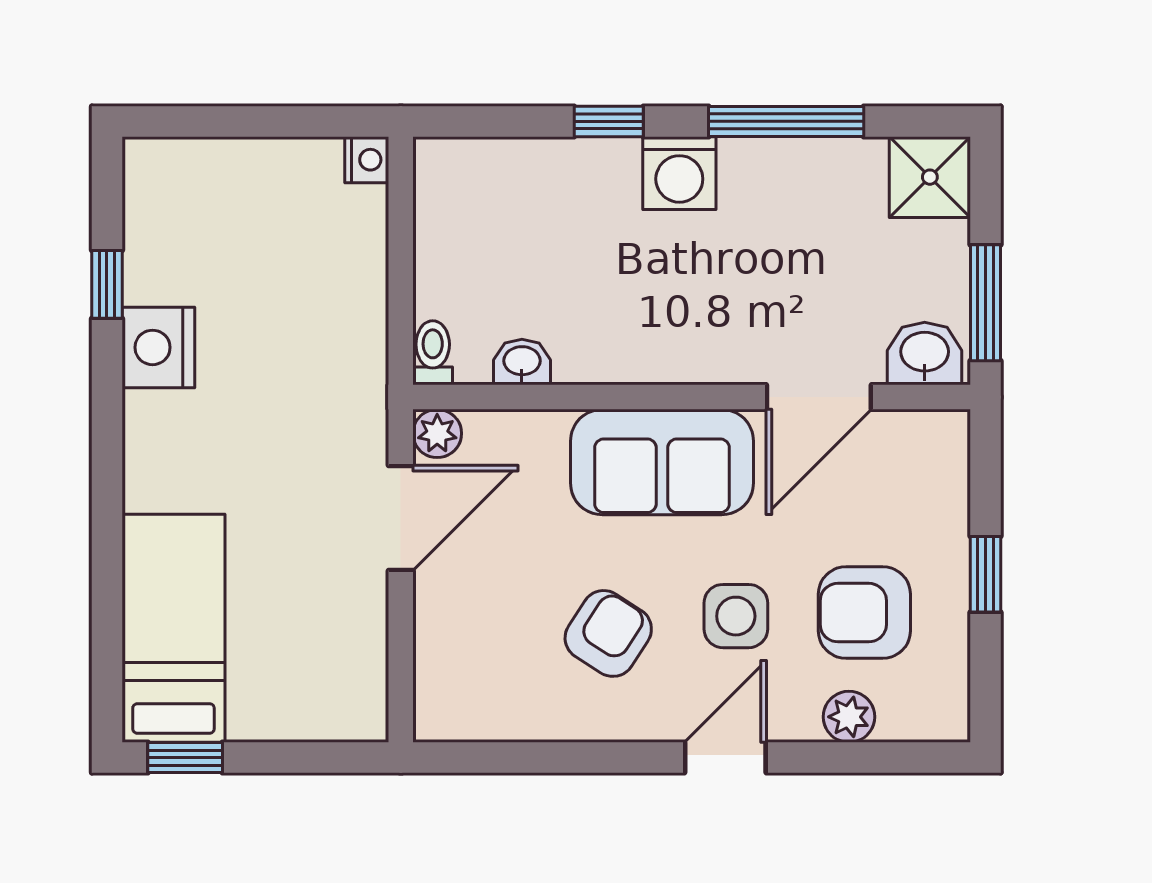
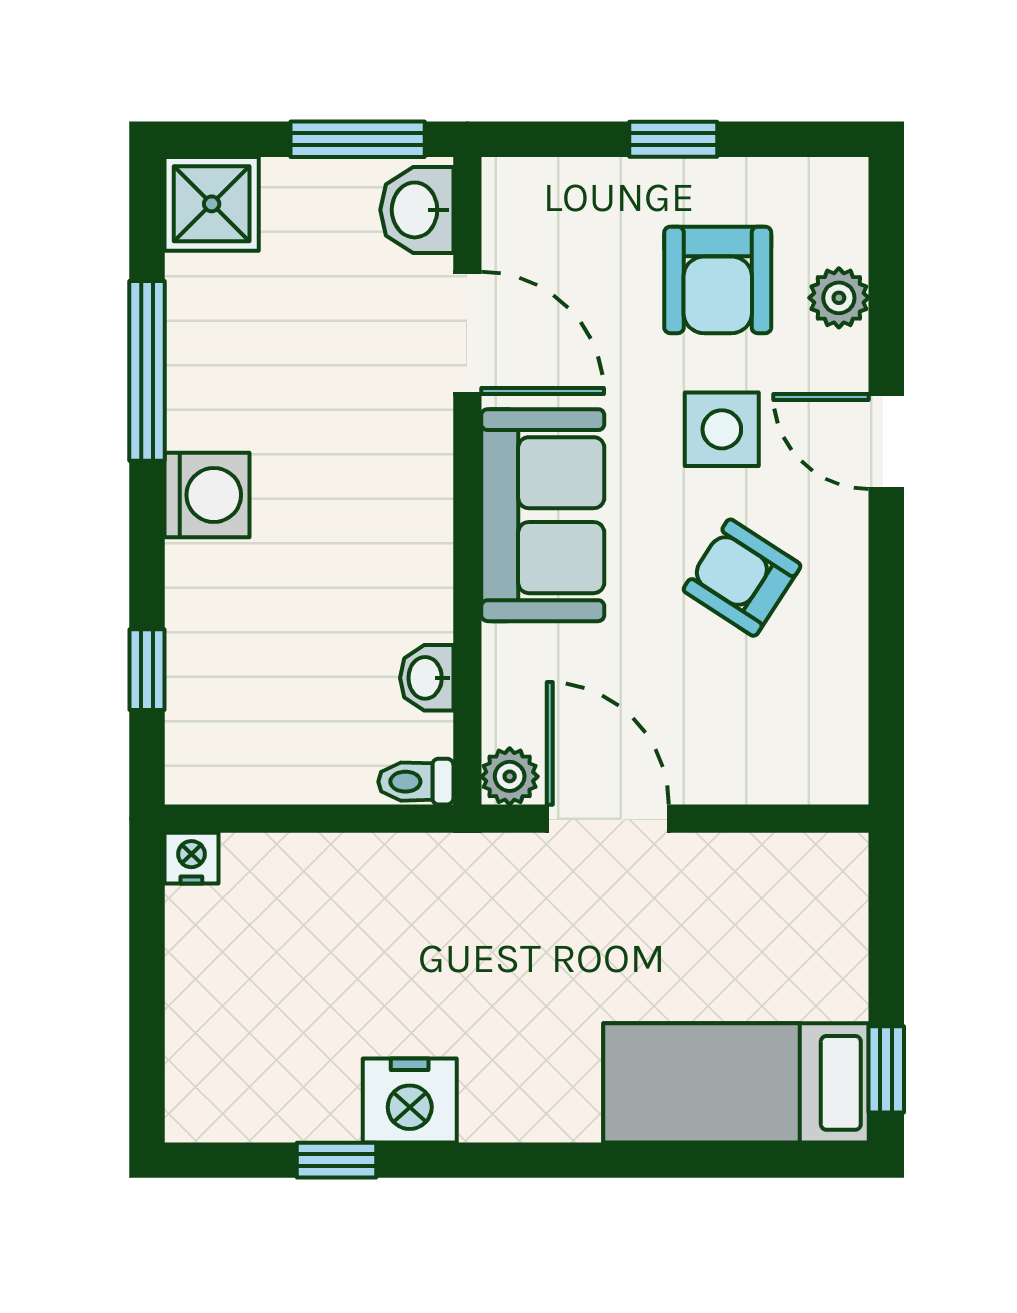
window: (609, 121) -> (147, 670), moved

